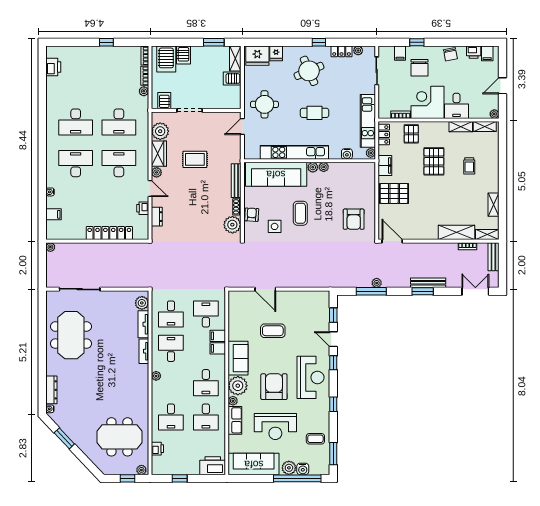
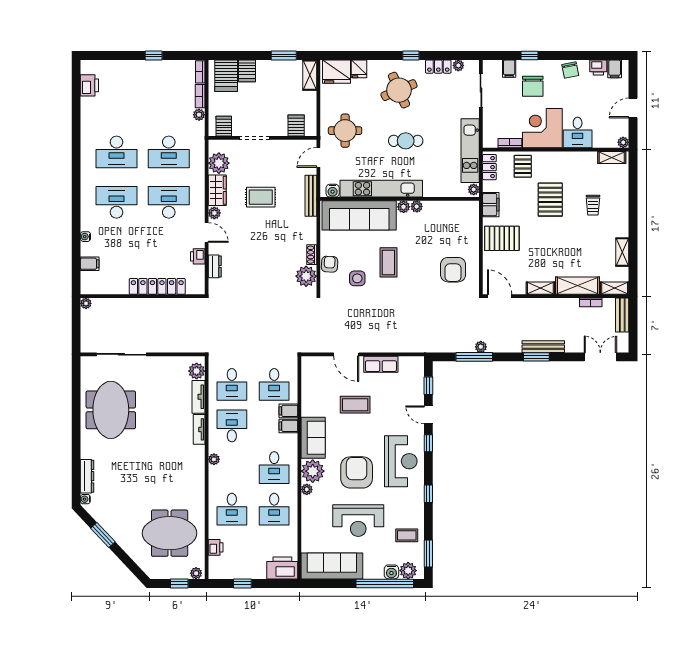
server rack: (232, 79) -> (296, 126), moved, turned 90
shelving: (461, 127) -> (540, 288), moved
water cooler: (347, 154) -> (333, 191), moved
bench: (236, 181) -> (311, 196), moved
desk: (206, 314) -> (274, 384), turned 180
row of seats: (235, 420) -> (381, 364), moved, turned 90
plant: (289, 468) -> (408, 571), moved

